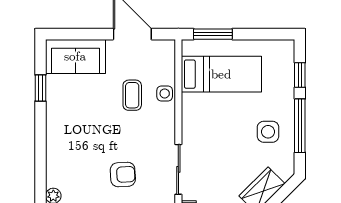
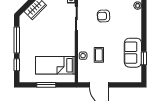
window: (213, 34) -> (46, 85), moved
sofa: (75, 56) -> (133, 53), moved, turned -90
side table: (268, 132) -> (32, 37), removed

